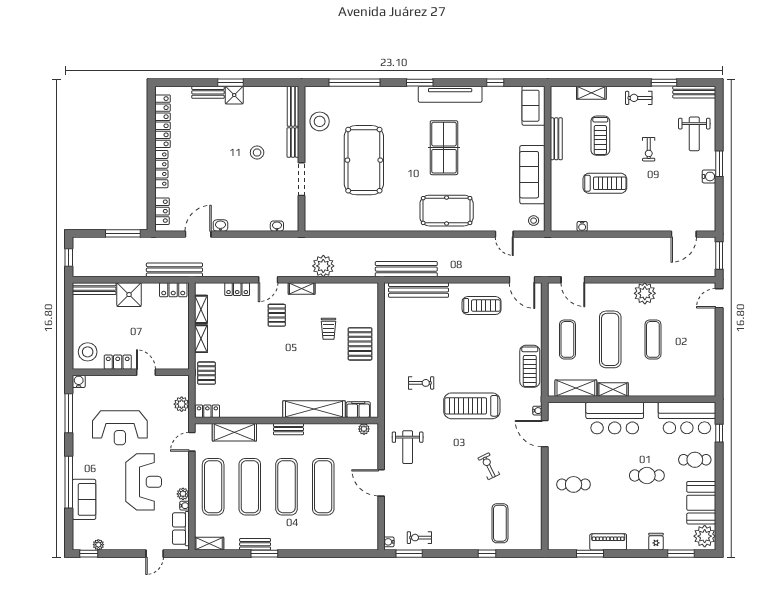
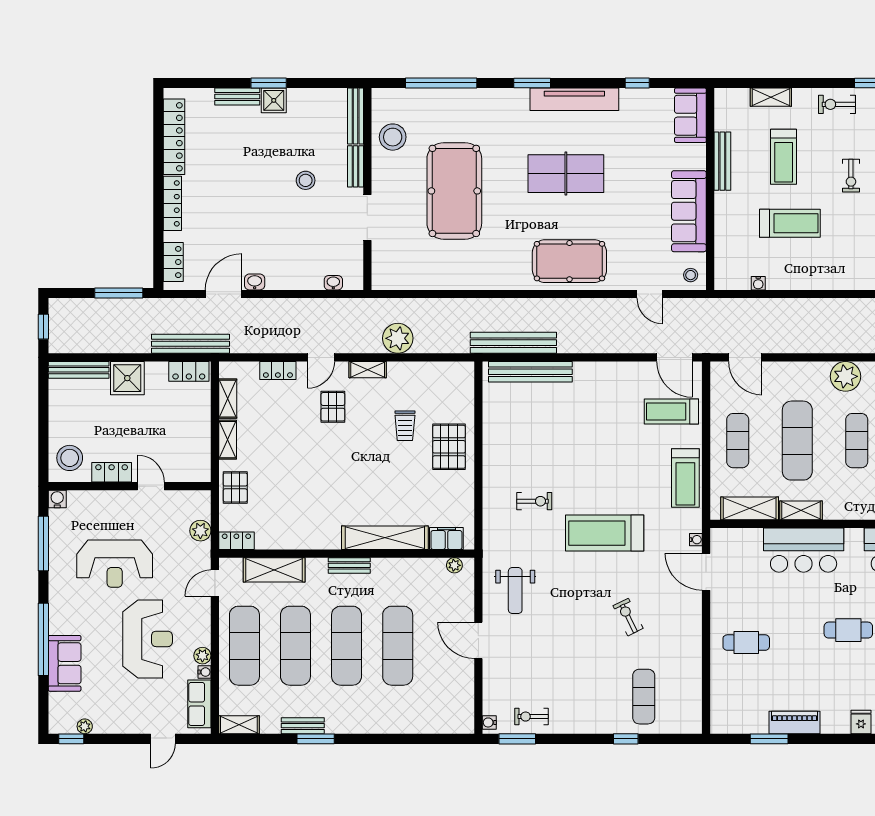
table tennis table: (444, 148) -> (566, 174), turned 90
treadmill: (482, 306) -> (671, 411), moved, turned 180

